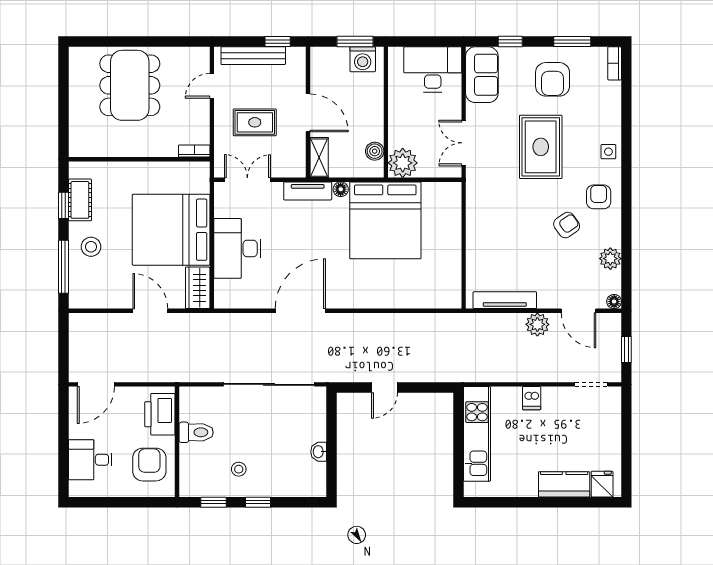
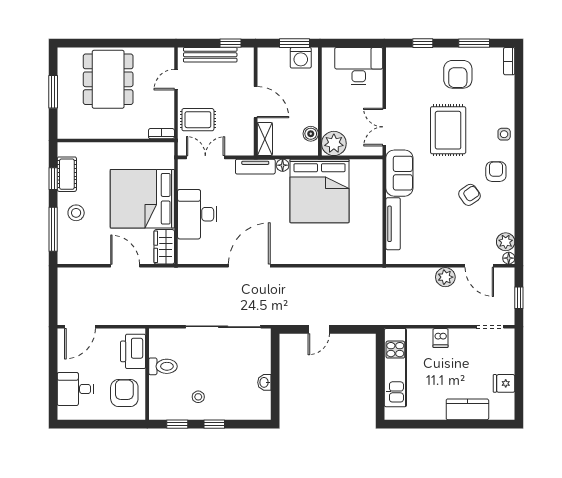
sofa: (482, 75) -> (399, 173), moved
window: (63, 100) -> (53, 92), added
rug: (255, 122) -> (198, 120), moved
plant: (610, 259) -> (506, 242), moved
tv unit: (505, 300) -> (393, 224), moved, turned 90
fridge: (602, 484) -> (504, 383), moved, turned -90

